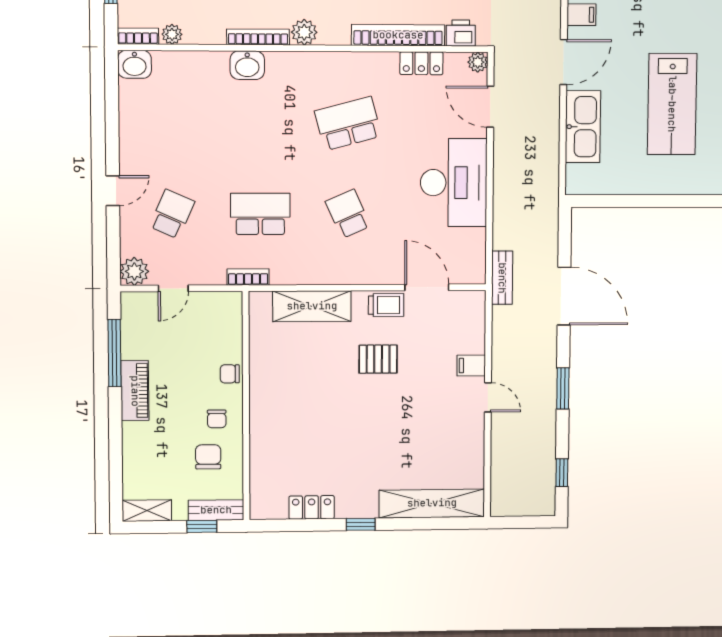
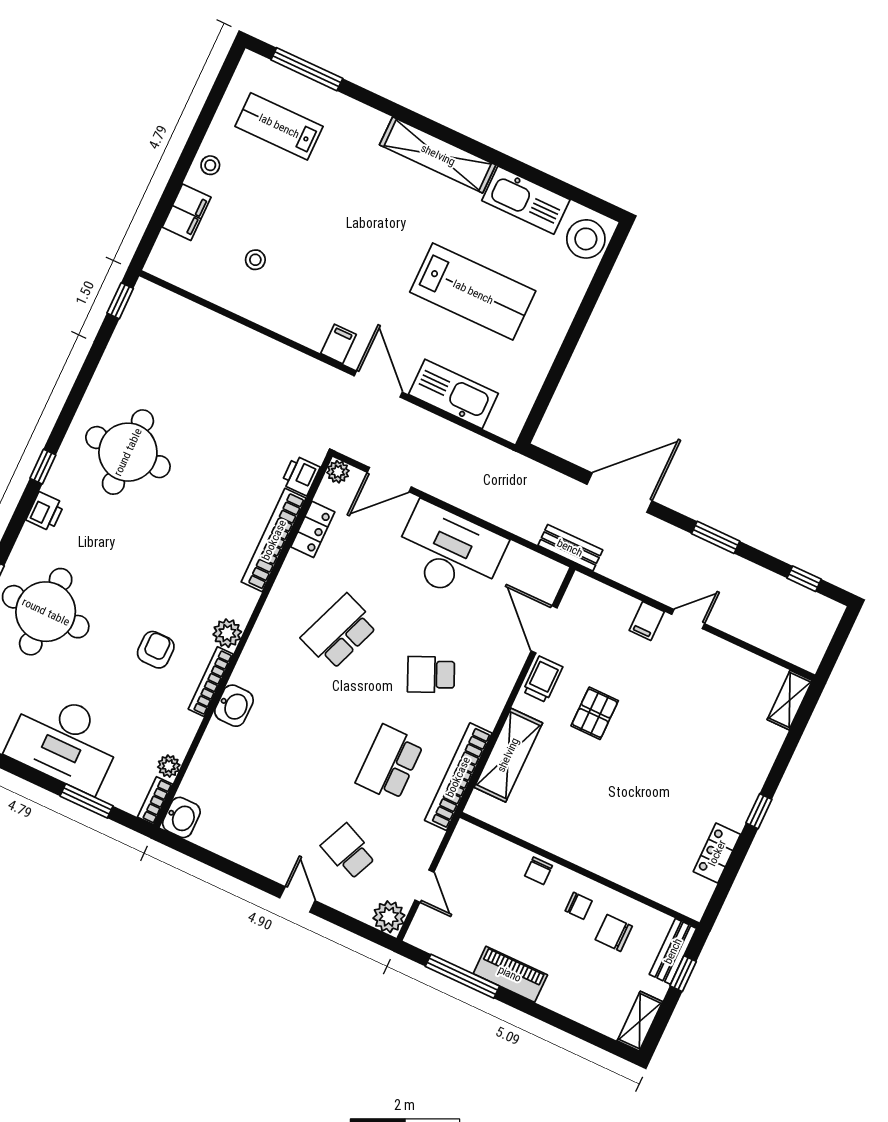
school desk: (348, 124) -> (339, 632), turned 36
bookcase: (248, 277) -> (458, 777), width x2.31, depth x1.31
door: (427, 287) -> (544, 629), hinge flipped
shelving: (432, 503) -> (790, 700), width x0.45, depth x0.75

